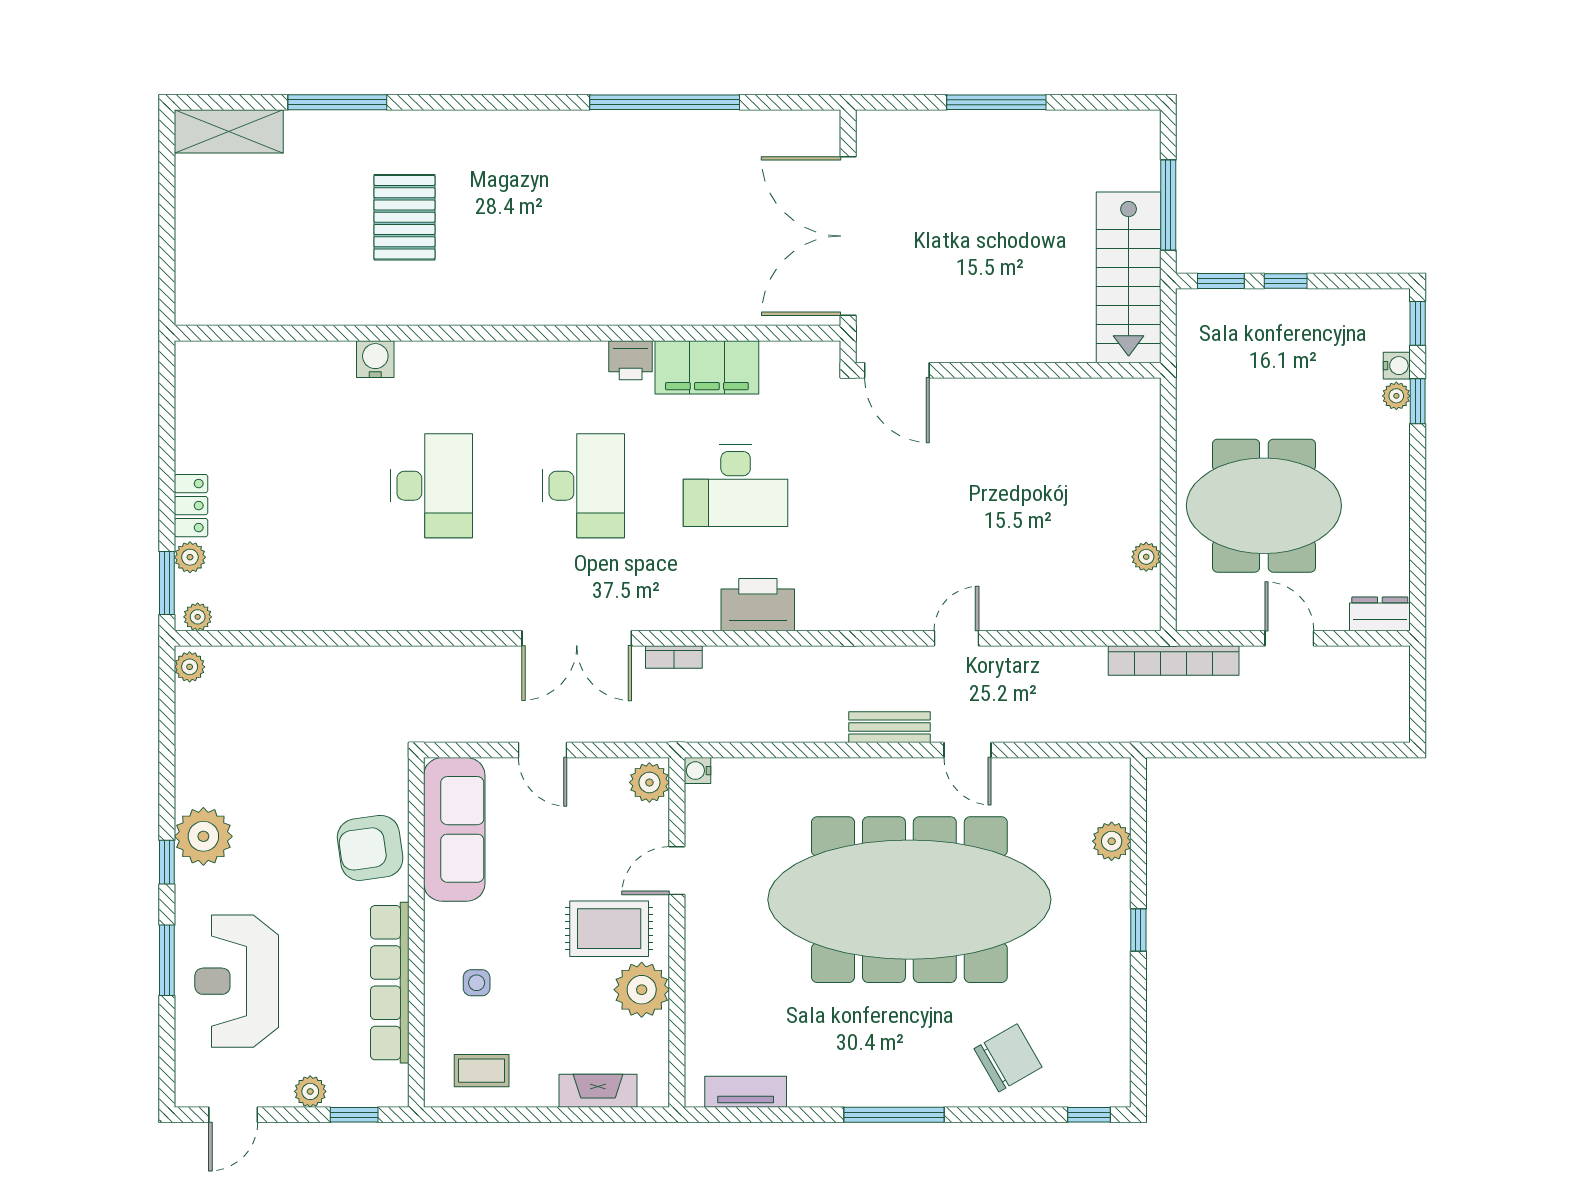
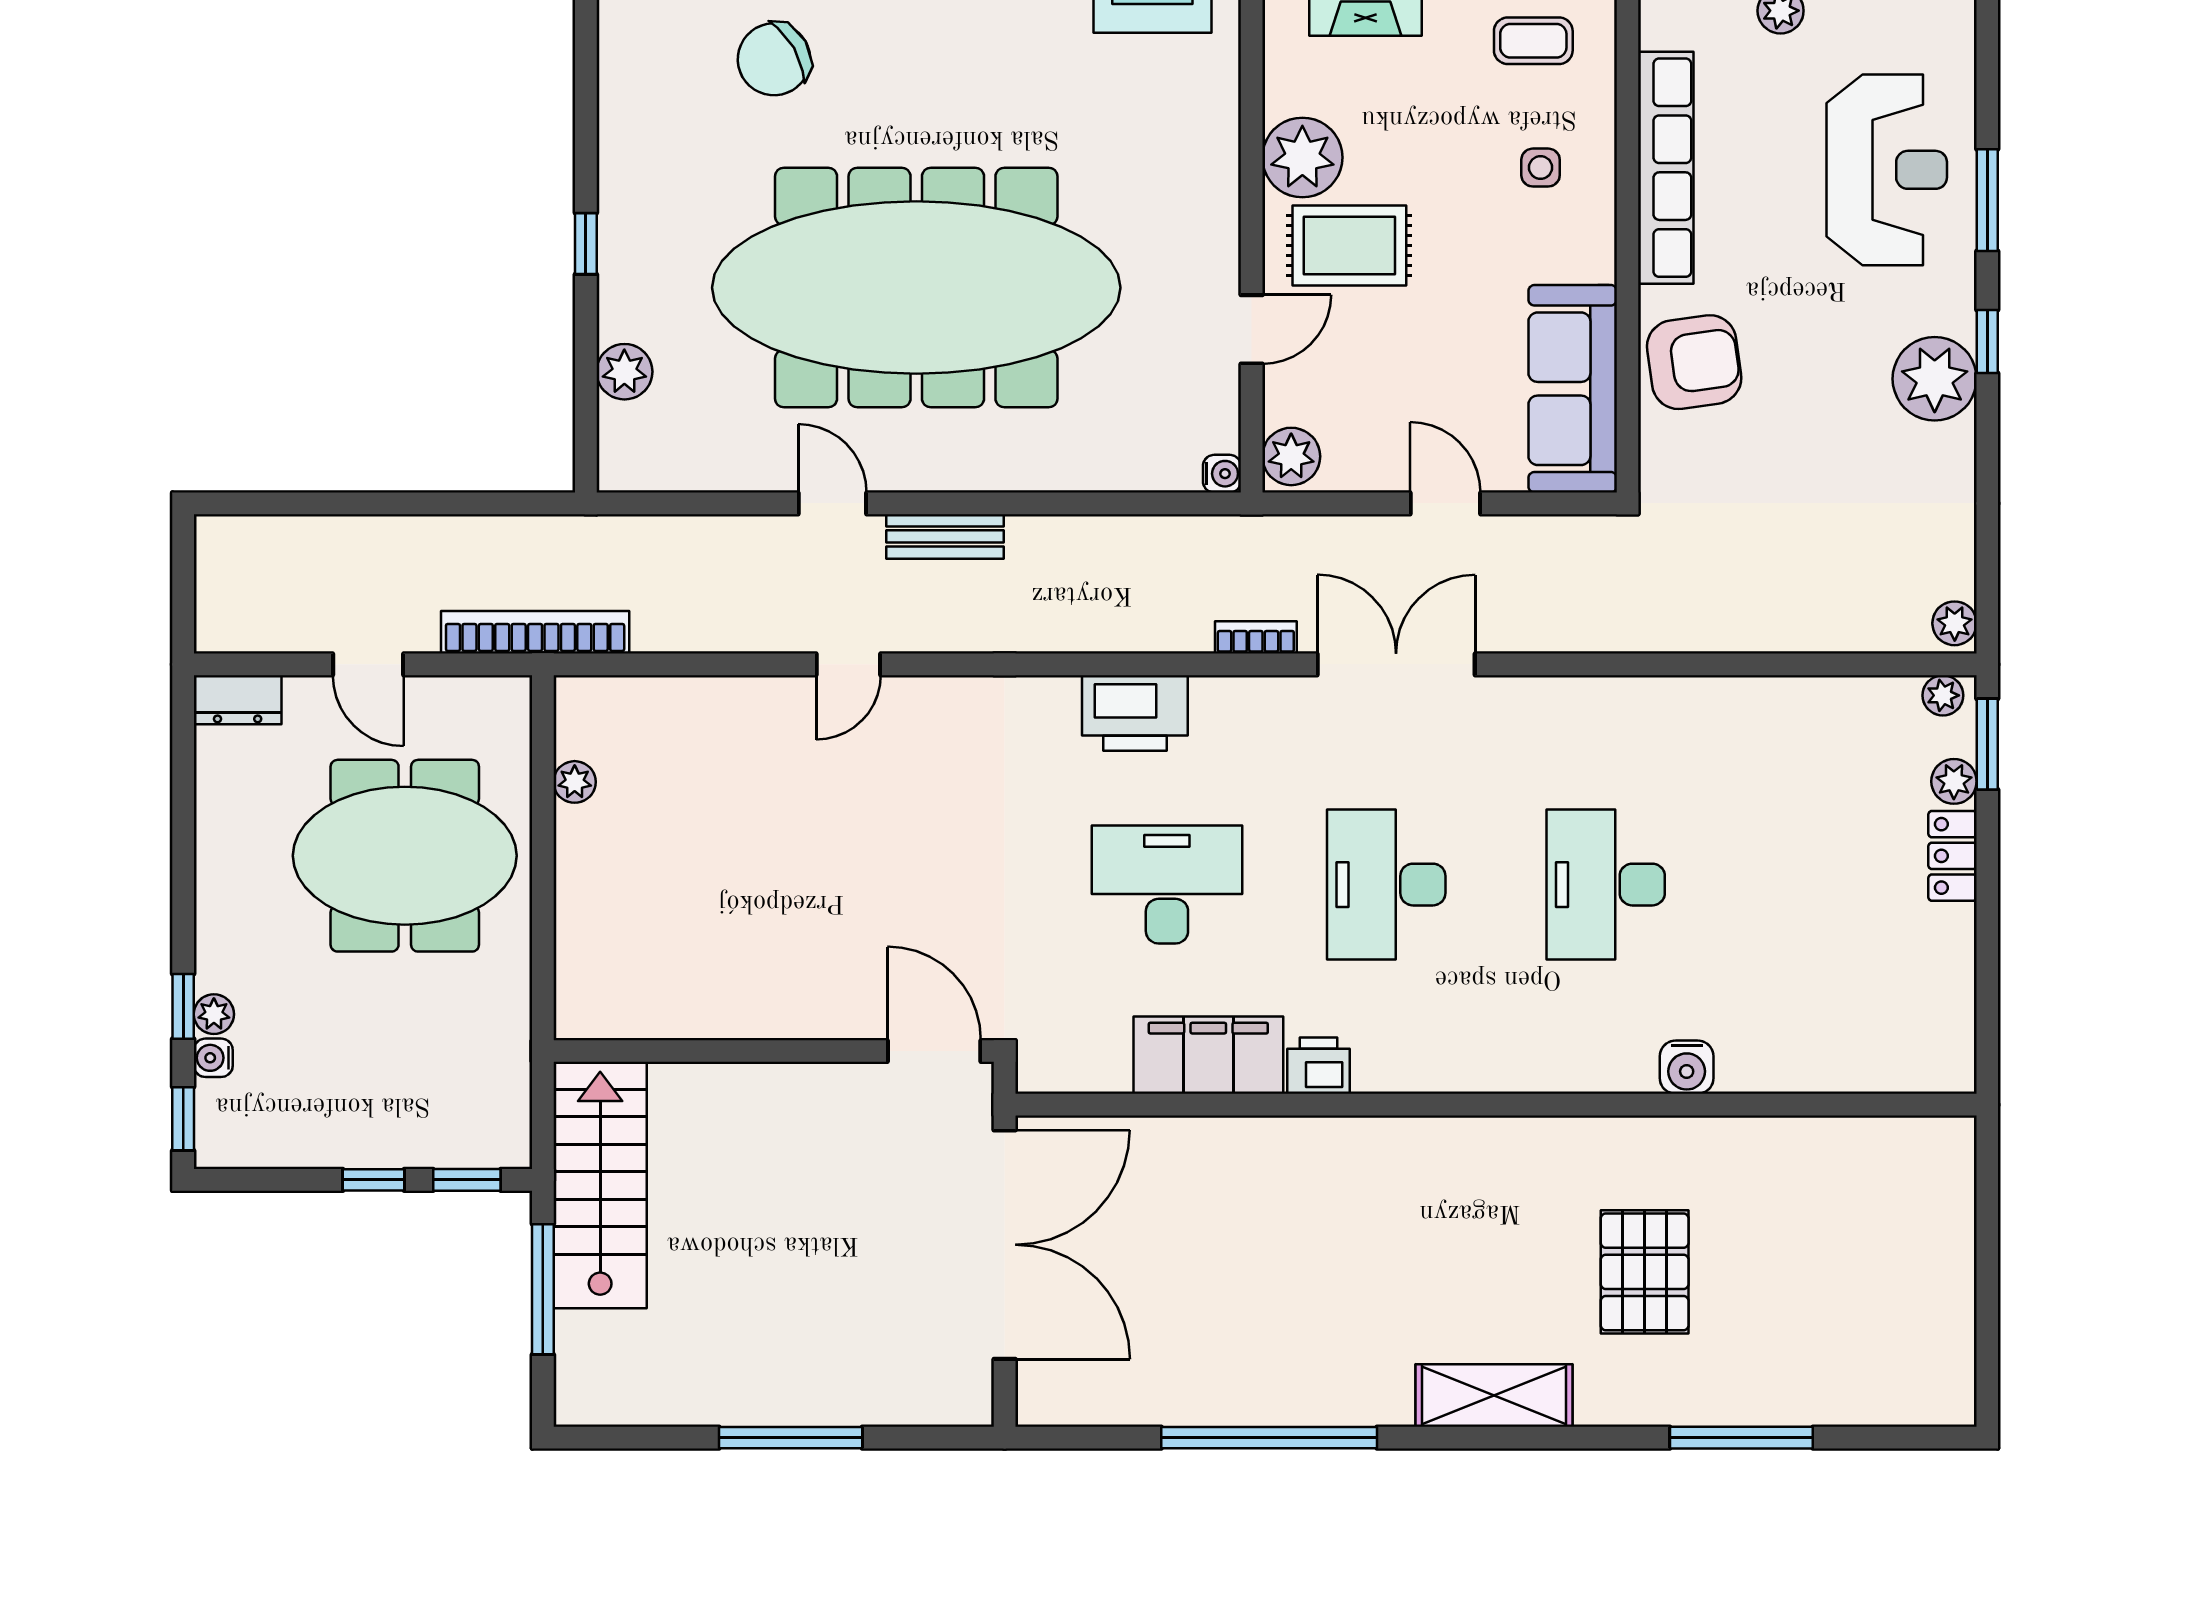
shelving: (229, 131) -> (1494, 1395), moved

